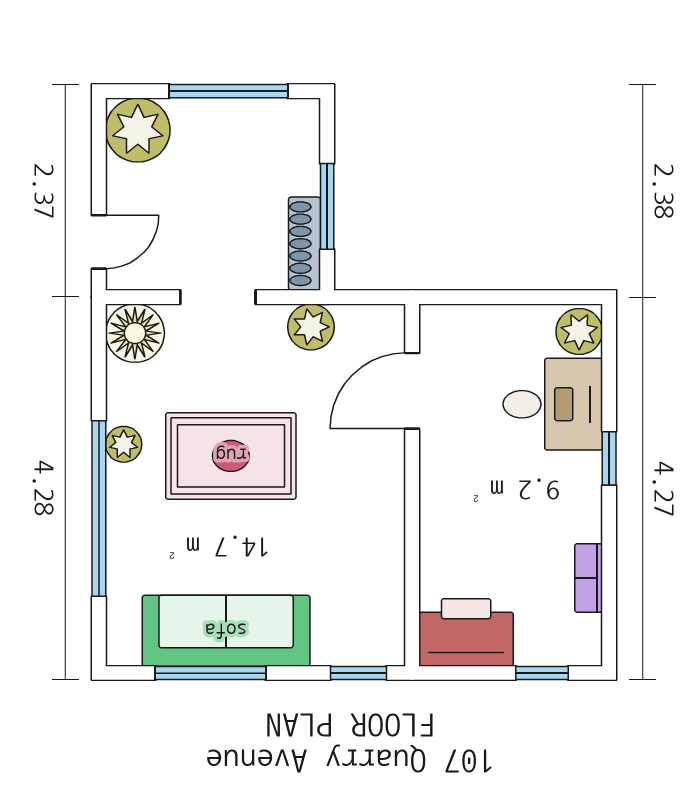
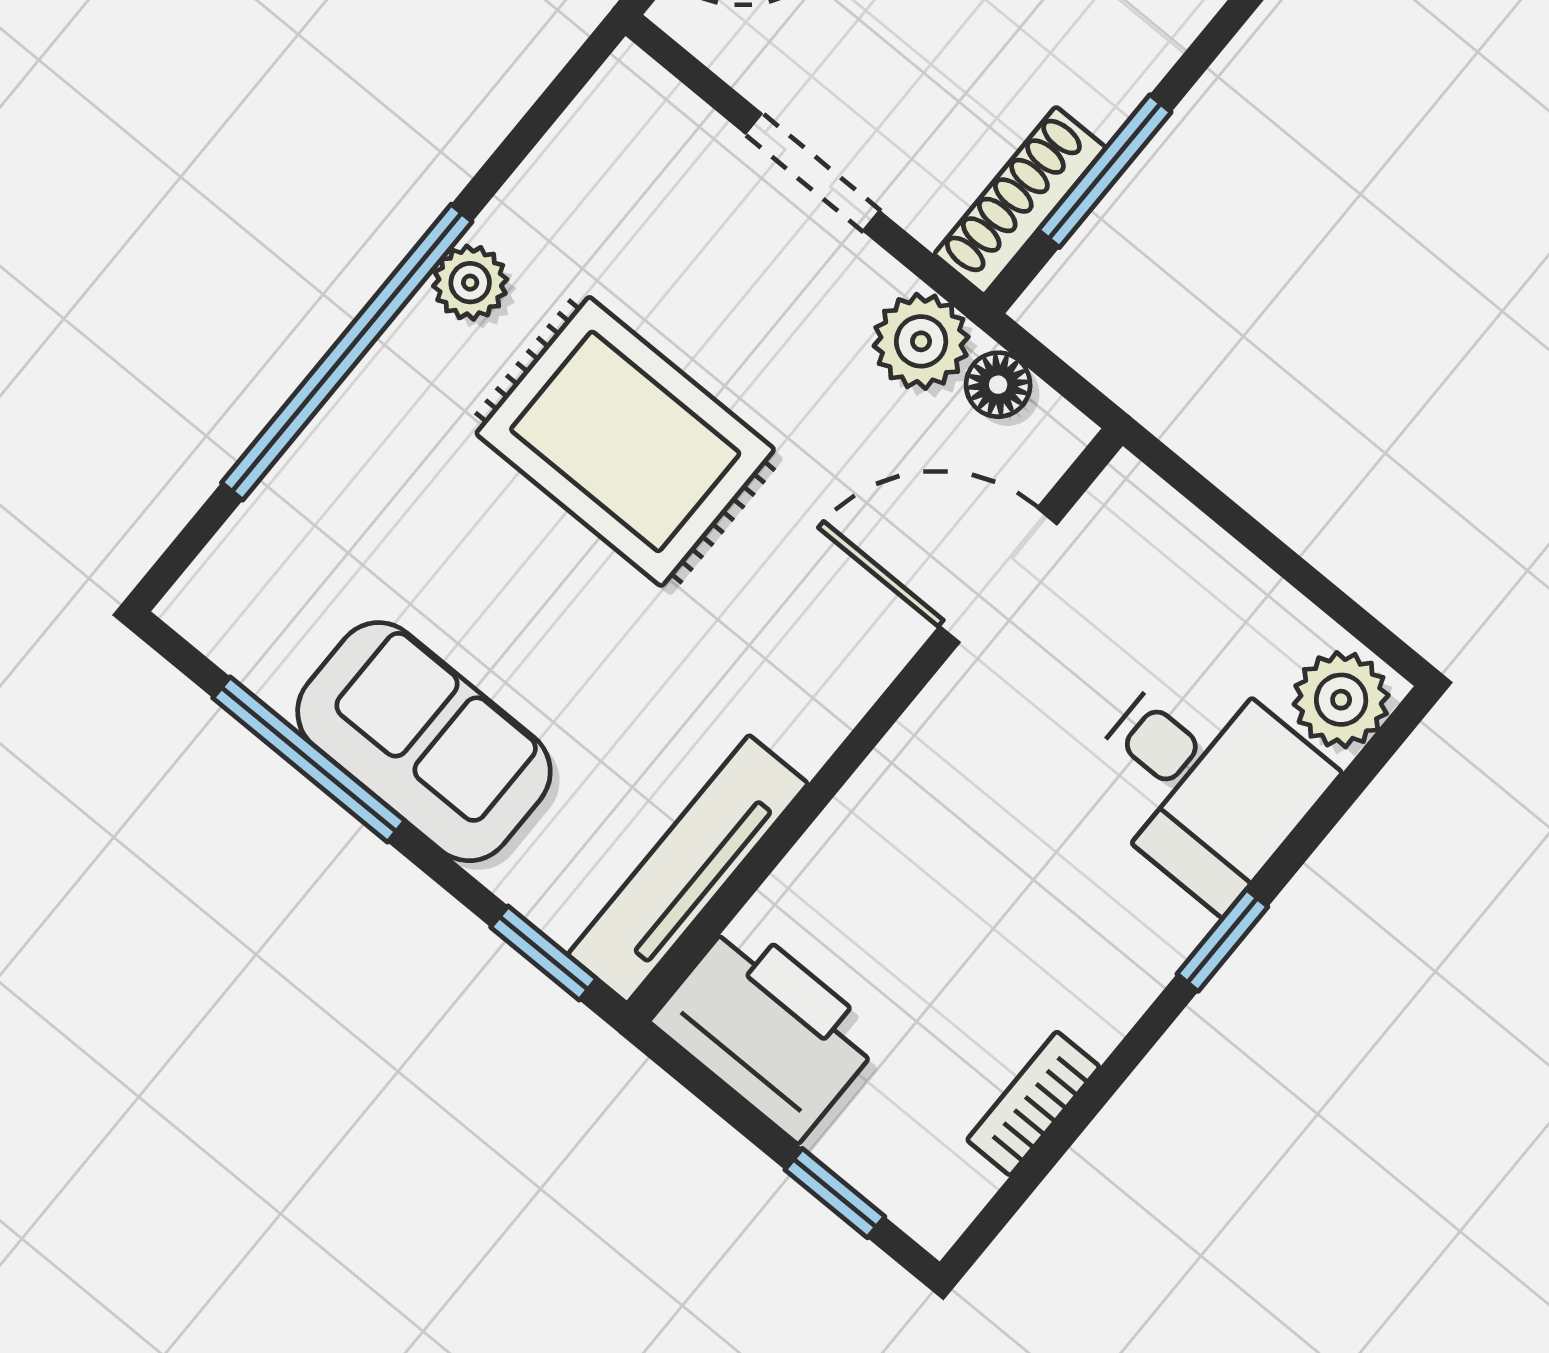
floor lamp: (135, 333) -> (998, 385), moved, width x0.53, depth x0.53
tv unit: (387, 597) -> (688, 869), added
sofa: (226, 631) -> (424, 742), width x0.73

